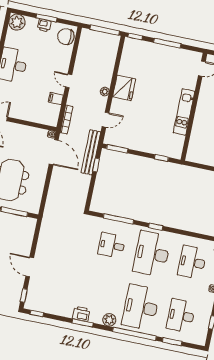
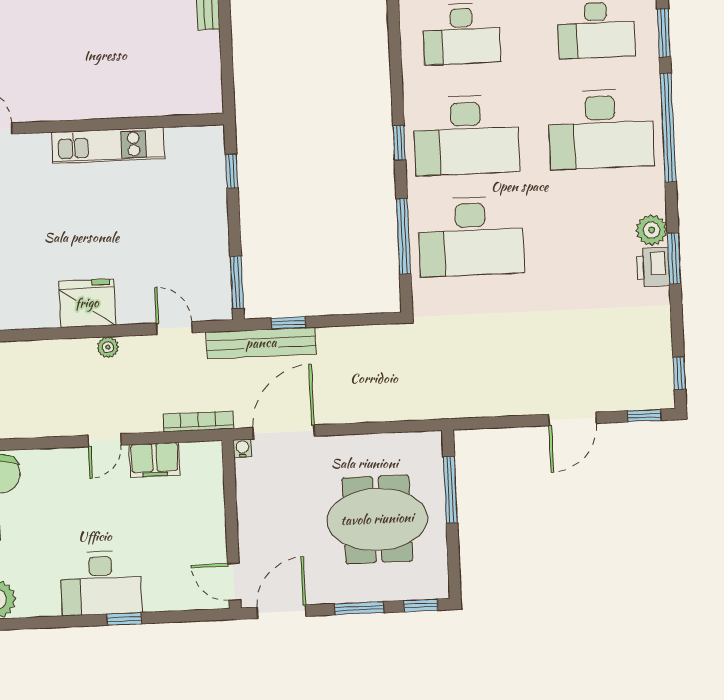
filing cabinet: (56, 99) -> (155, 460), width x2.00
desk: (112, 245) -> (471, 236), width x1.87, depth x1.30
plant: (109, 320) -> (652, 230), moved

